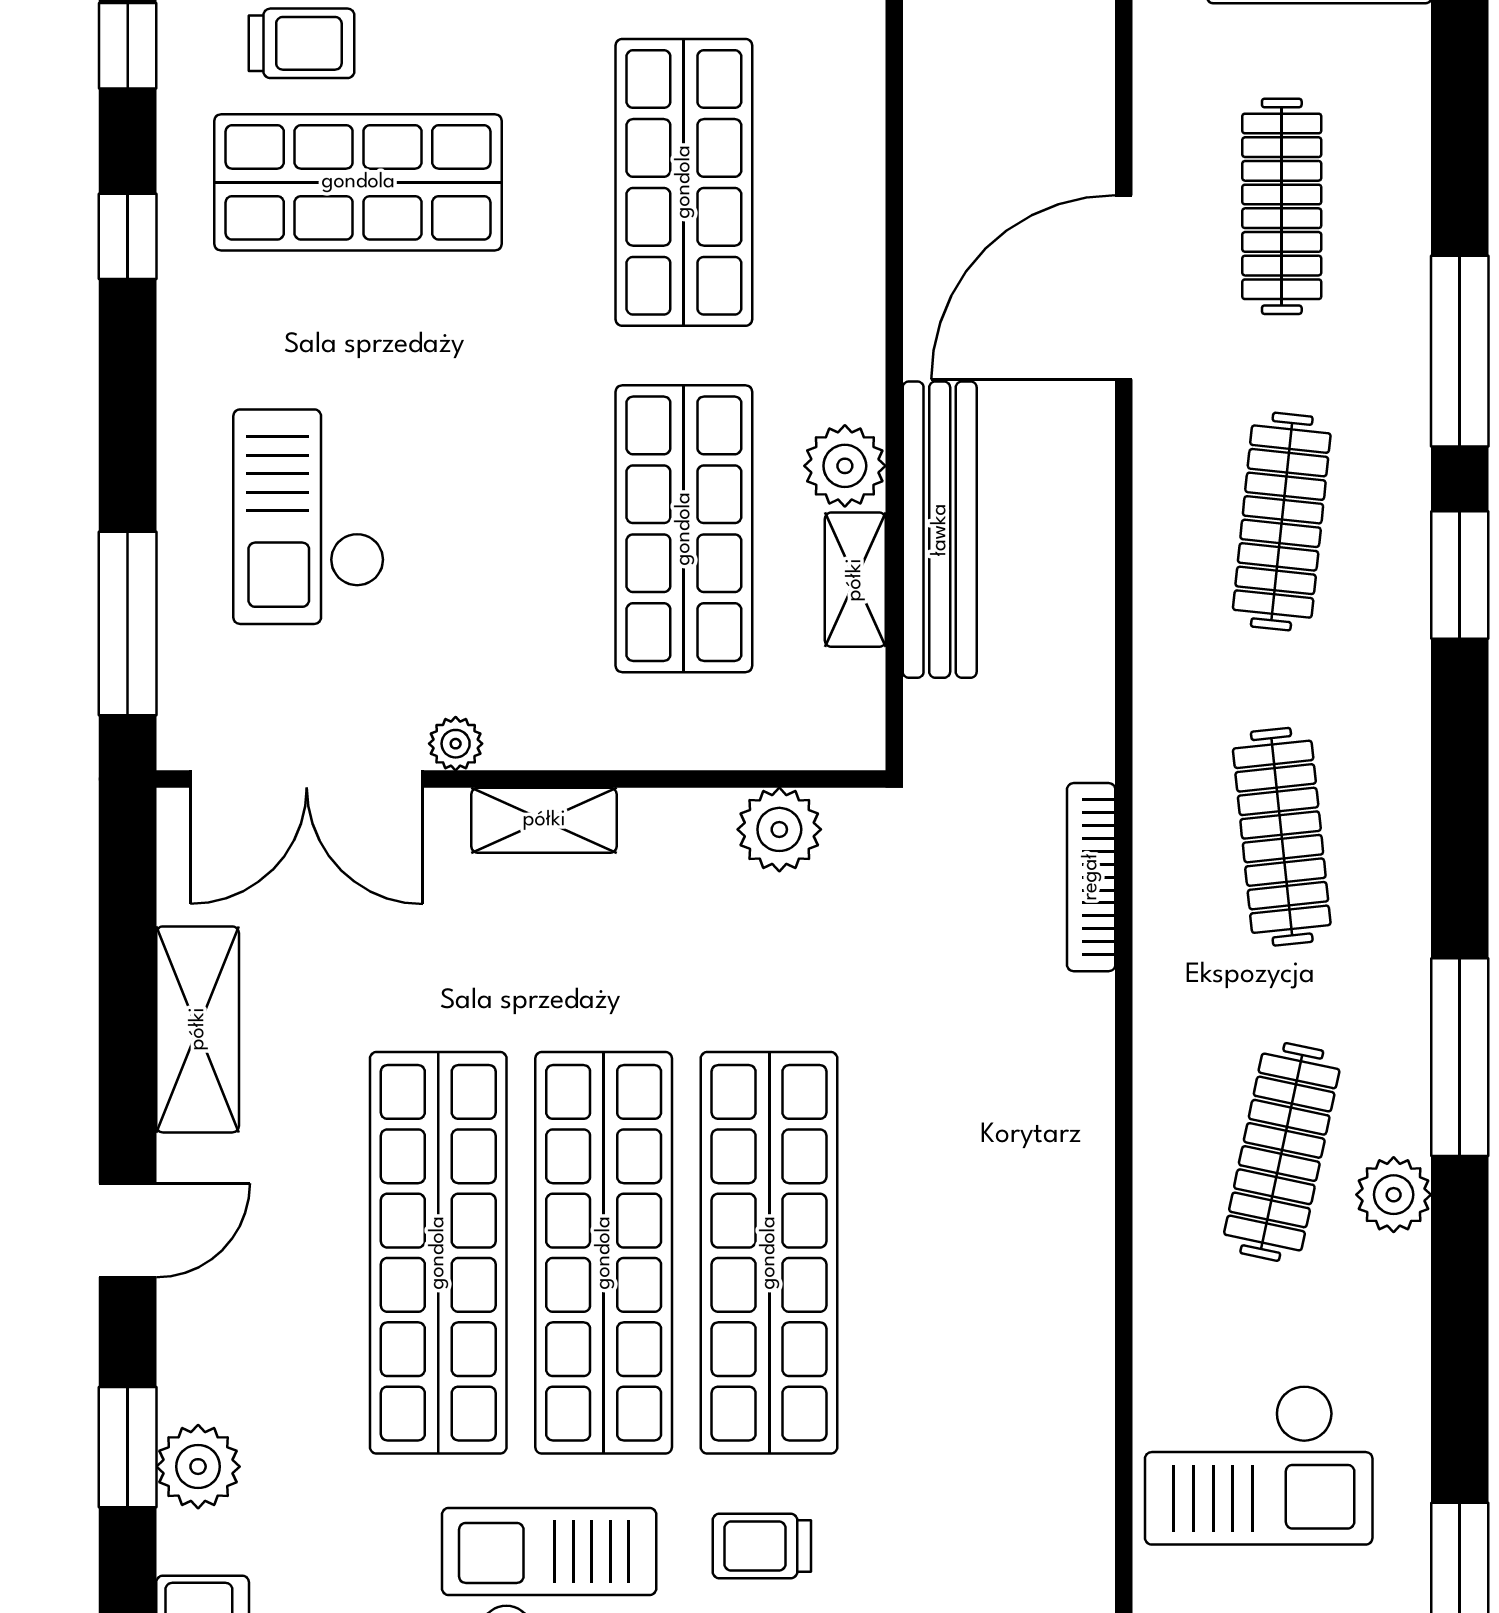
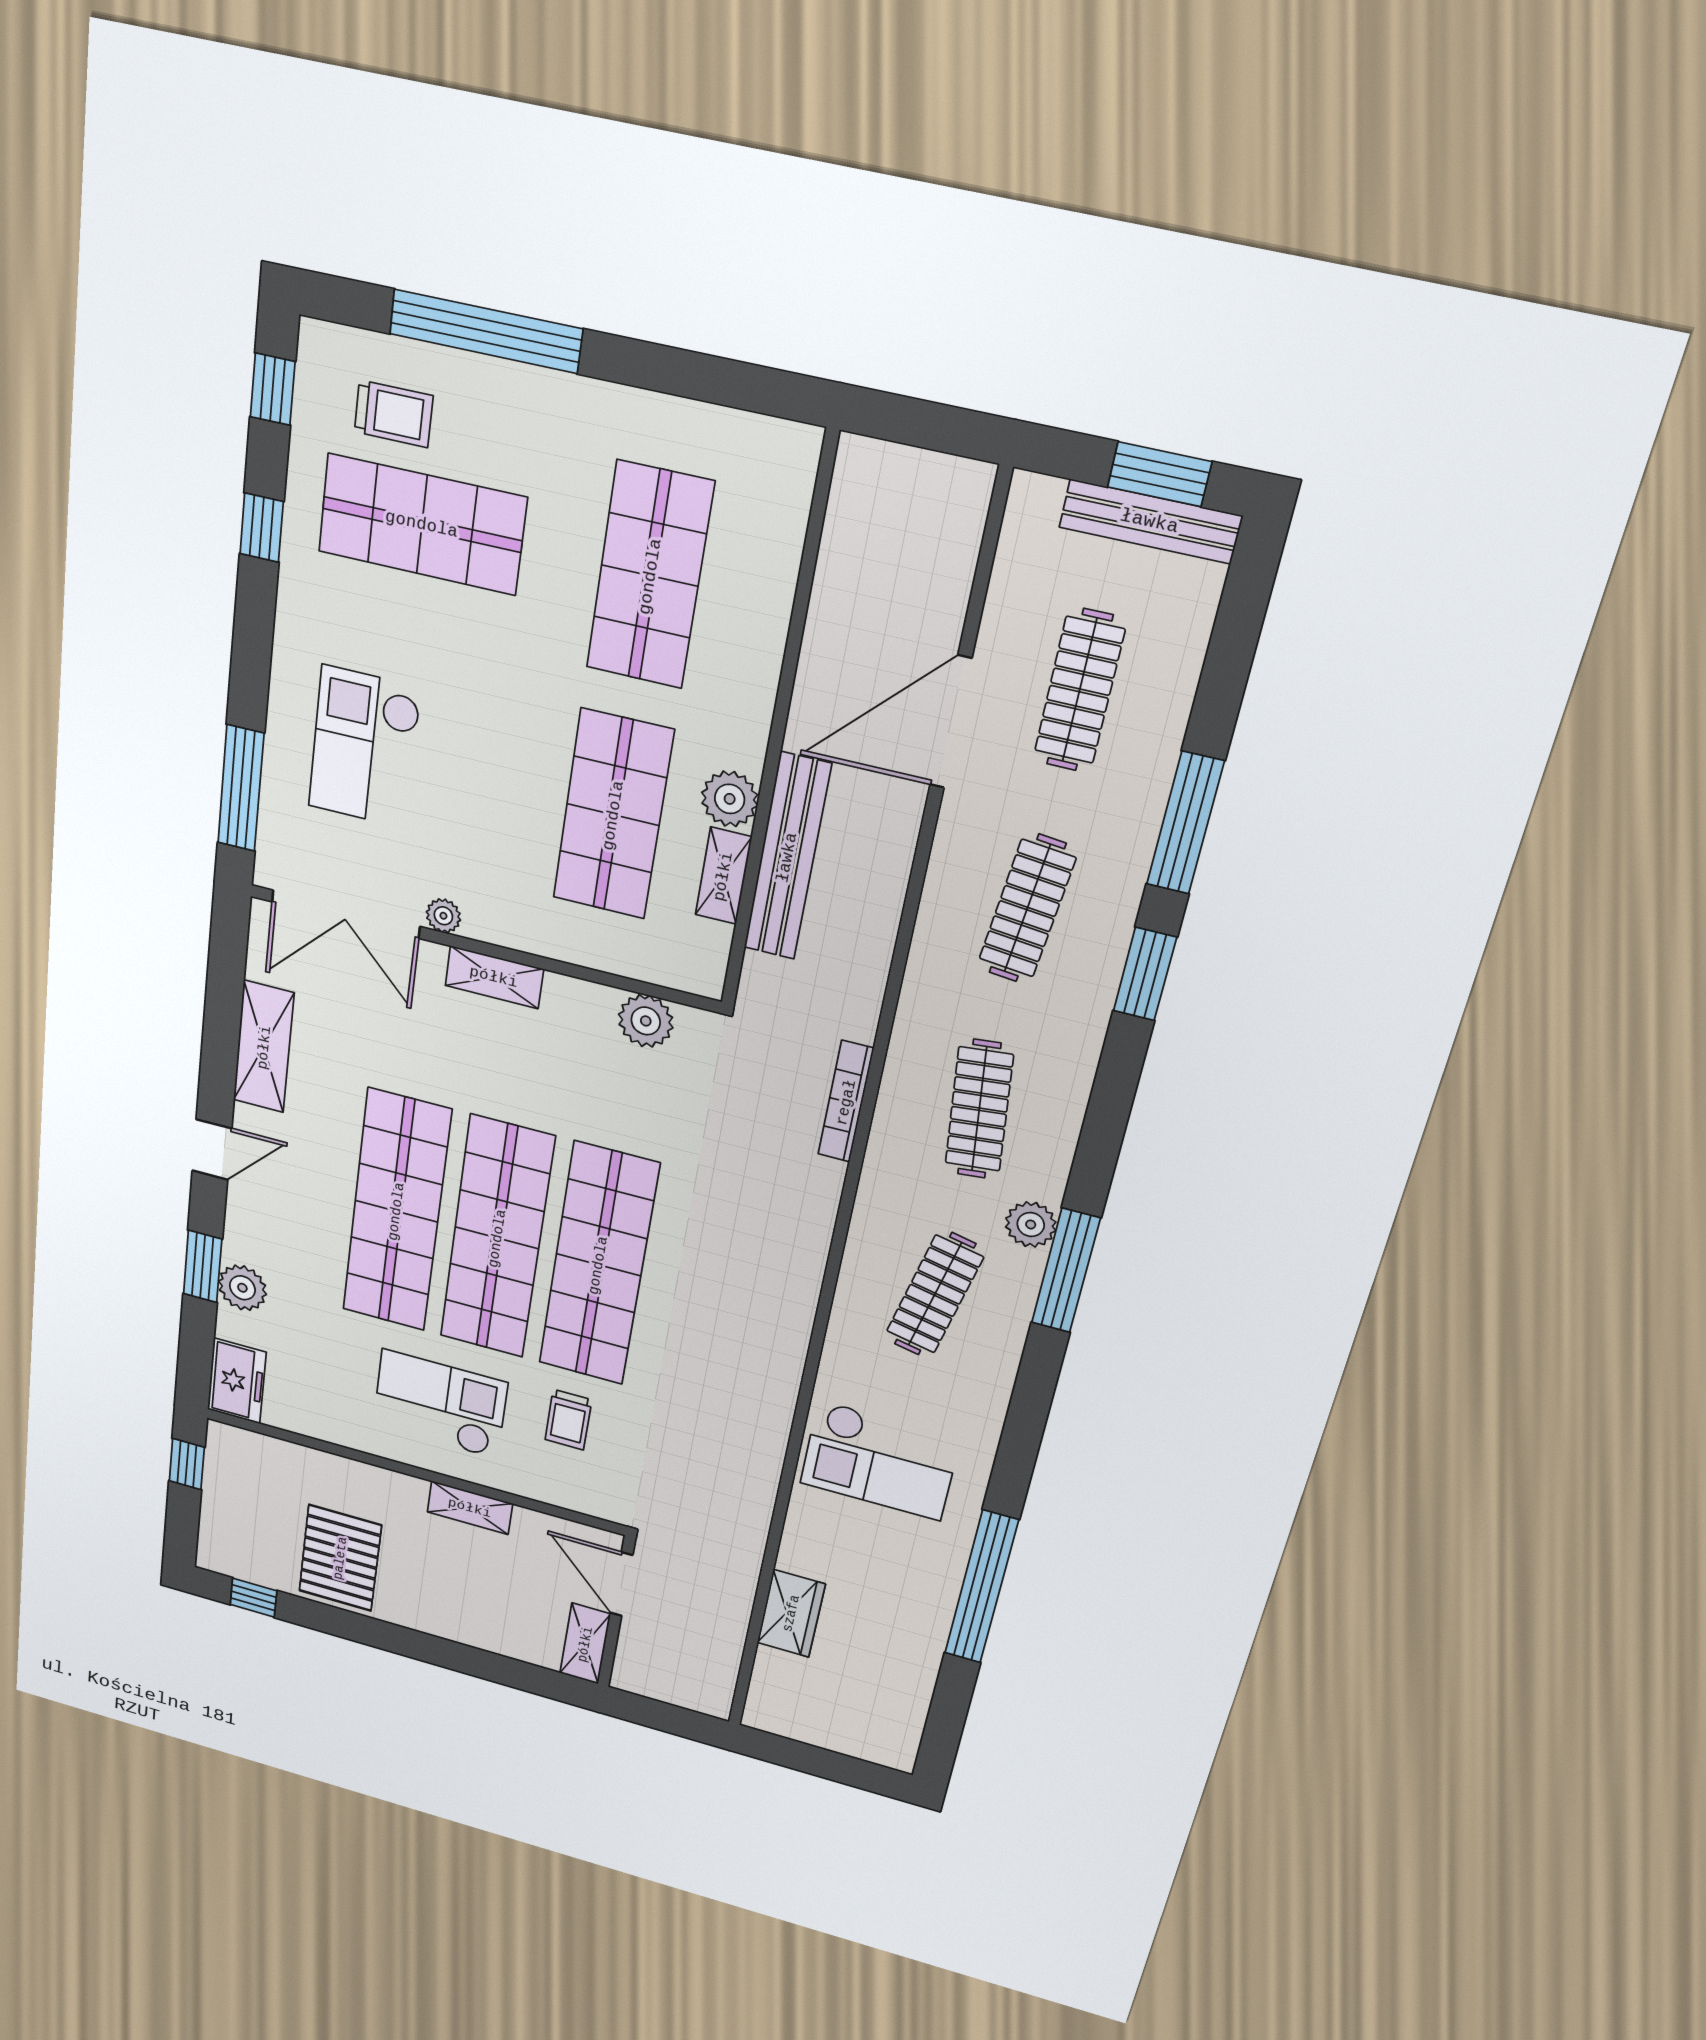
plant: (1394, 1195) -> (1031, 1224), moved
trolley: (762, 1546) -> (568, 1420), turned -90

